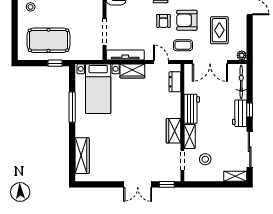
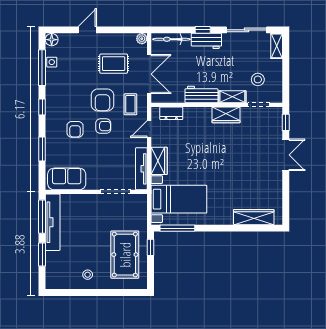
window: (72, 107) -> (177, 228), moved

